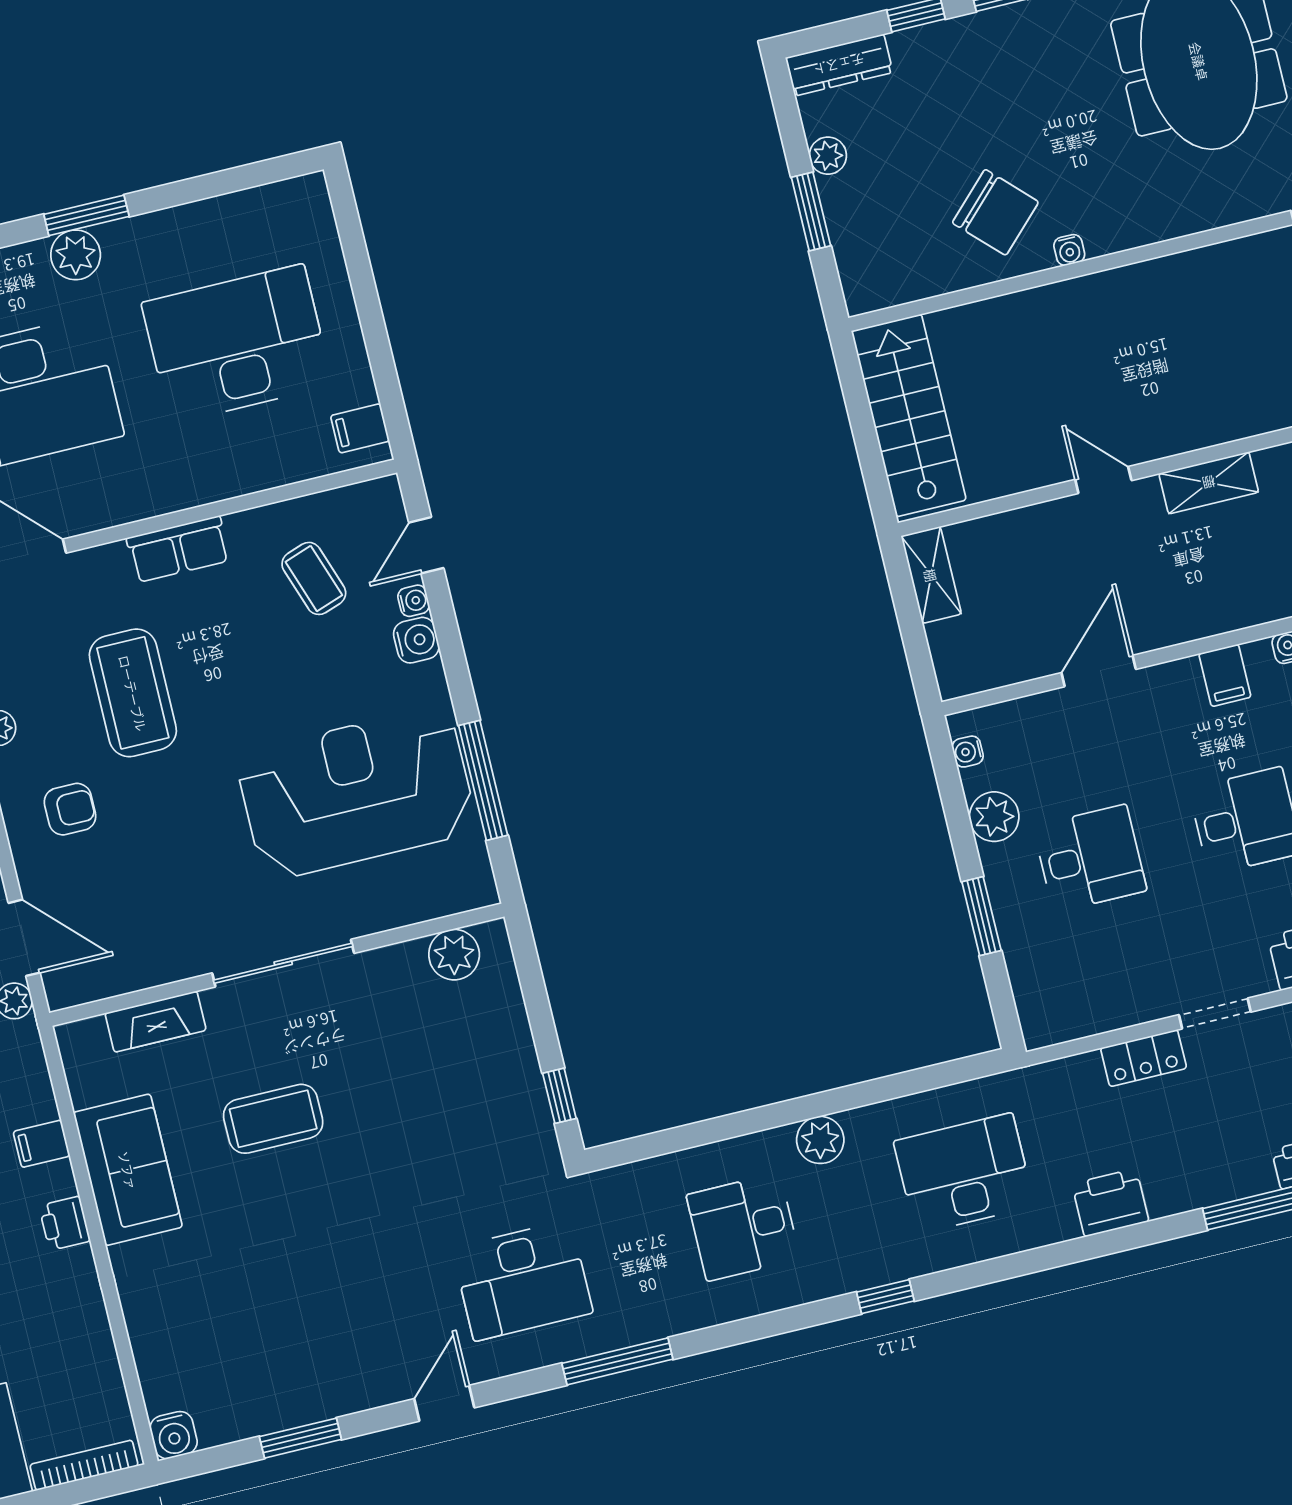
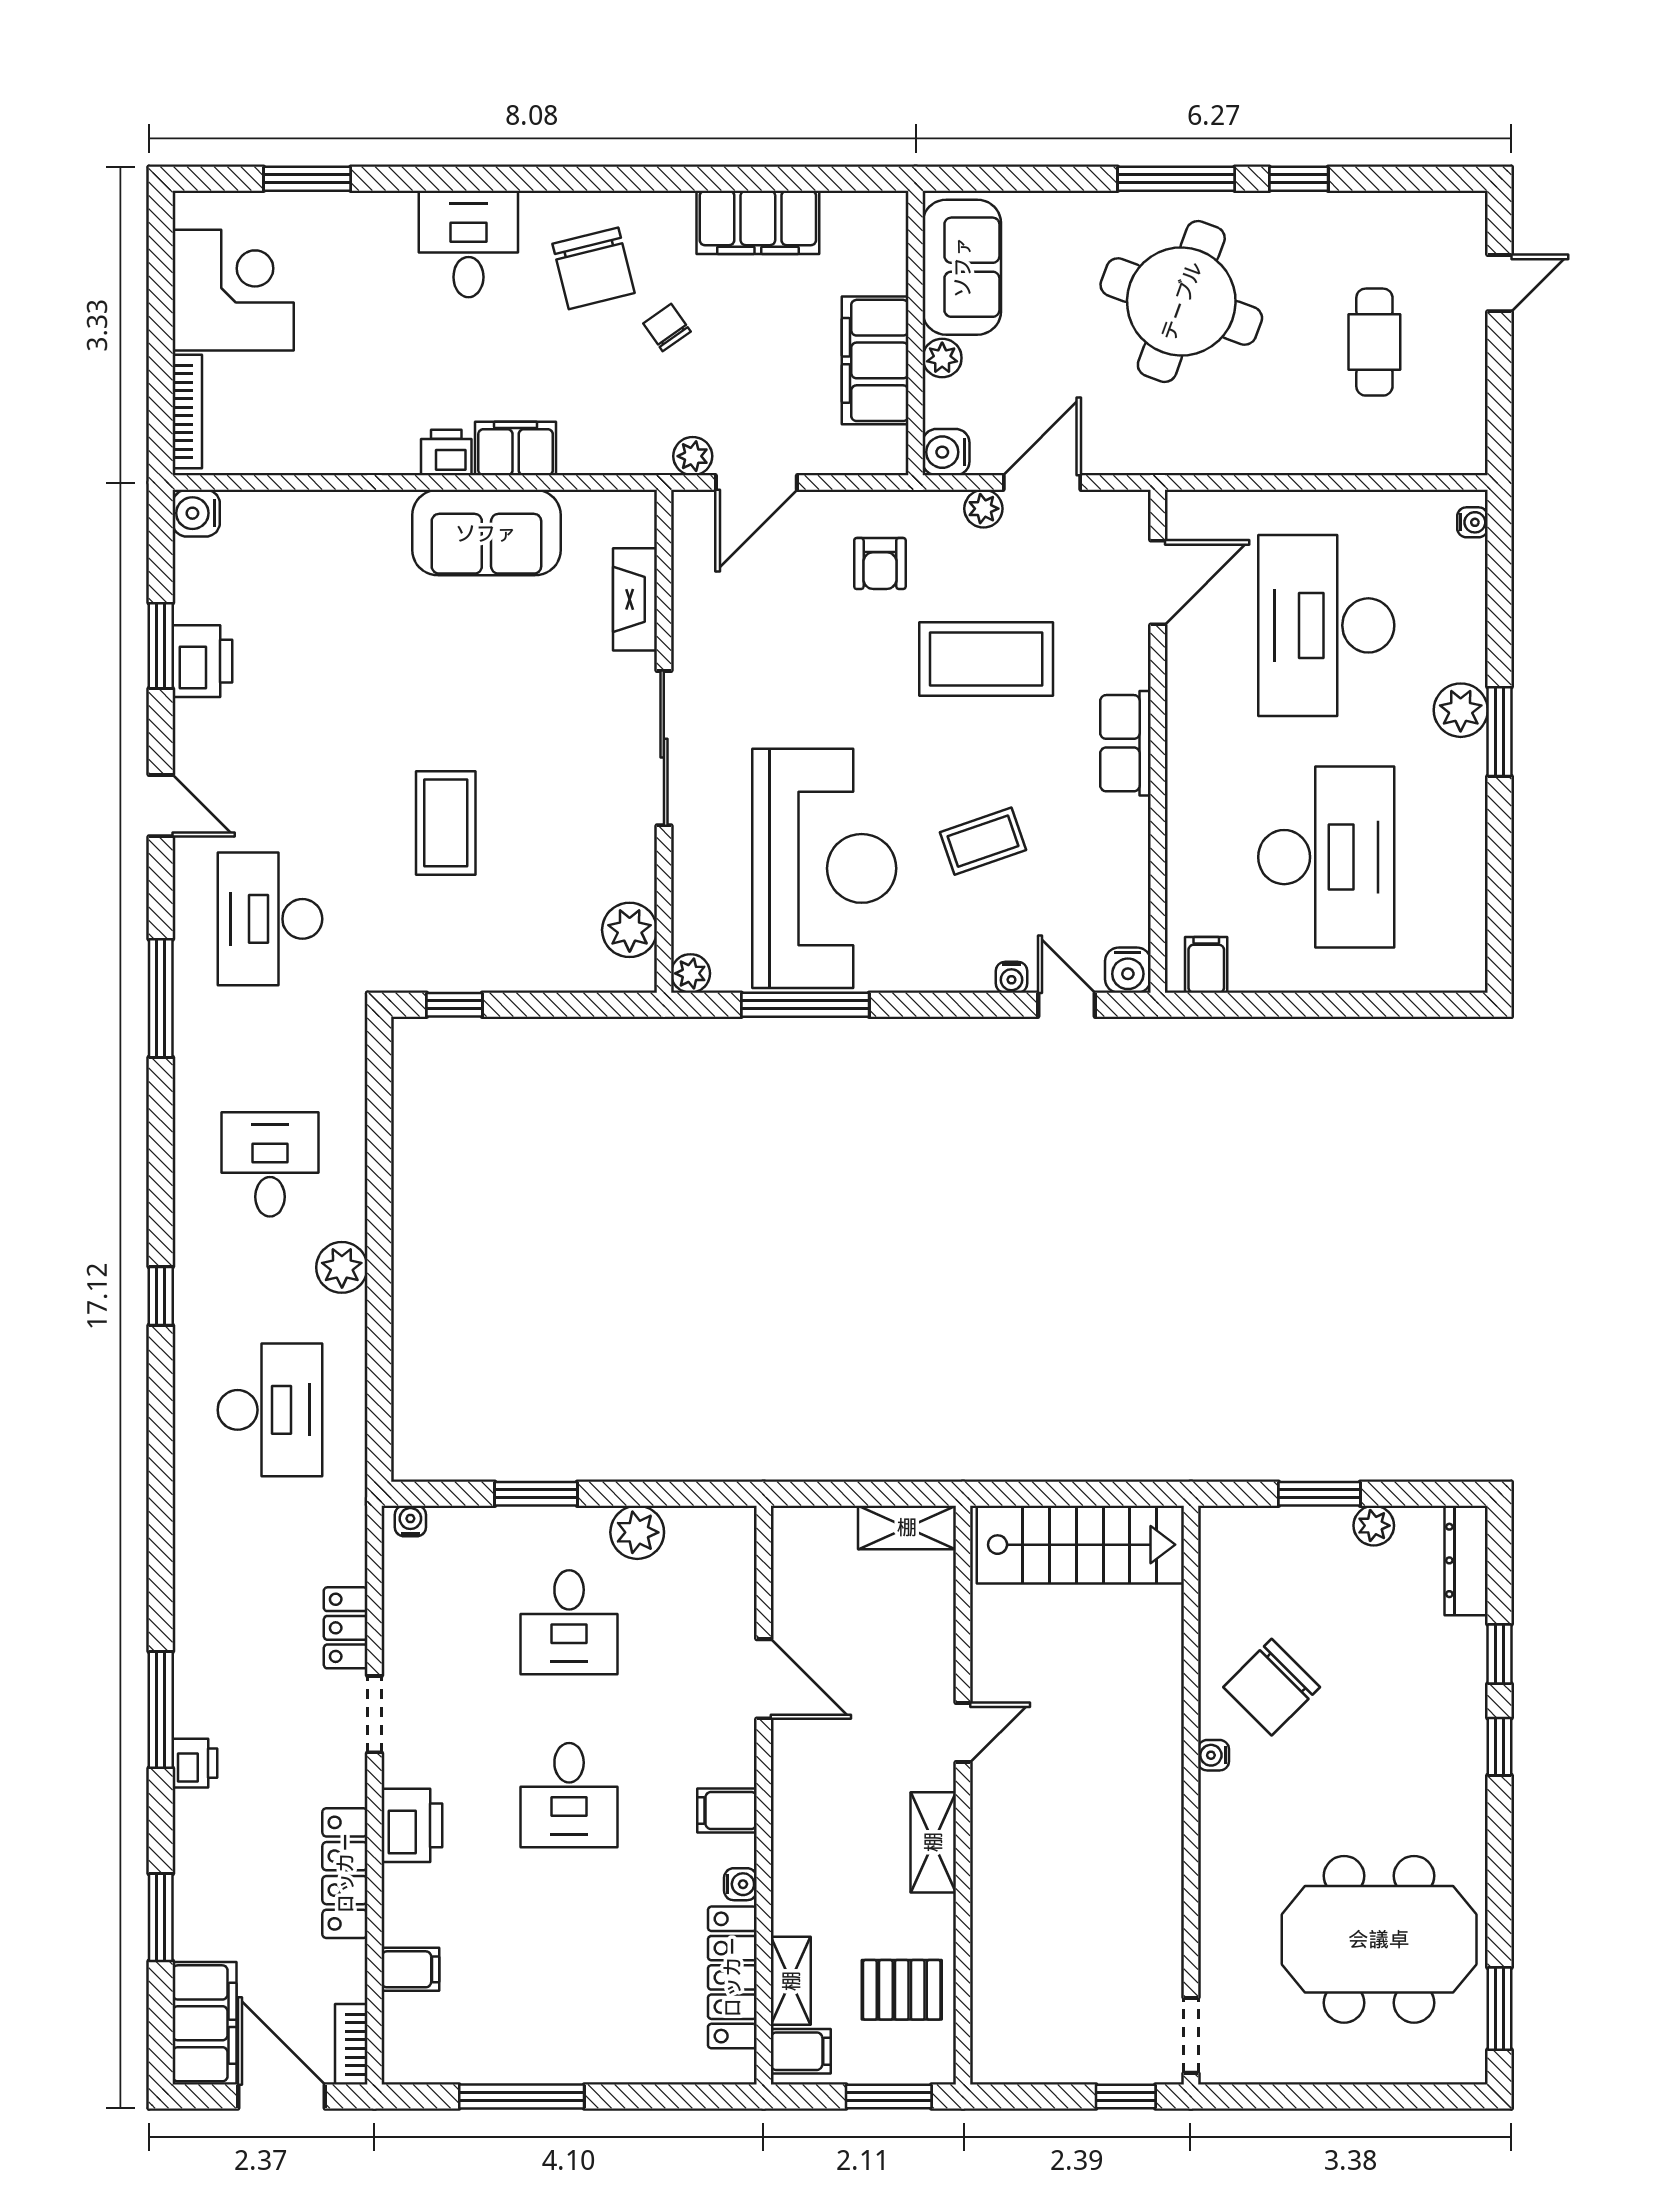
coffee table: (314, 578) -> (983, 841), moved
water cooler: (416, 640) -> (1128, 970), moved
water cooler: (968, 752) -> (410, 1521), moved
plant: (480, 890) -> (690, 973), added
coffee table: (273, 1119) -> (446, 823), moved
filing cabinet: (42, 1144) -> (516, 449), width x2.00
printer: (1110, 1203) -> (202, 661), moved

